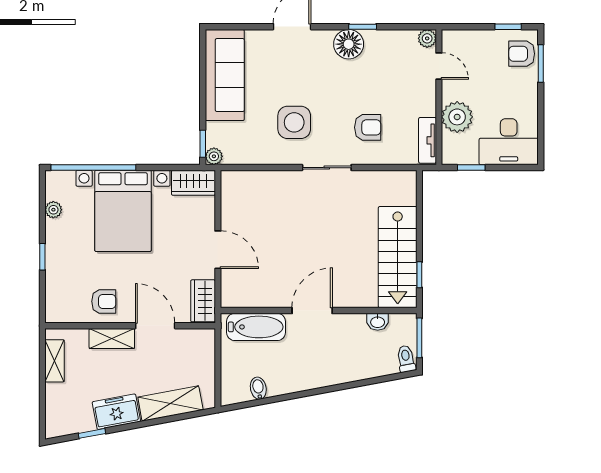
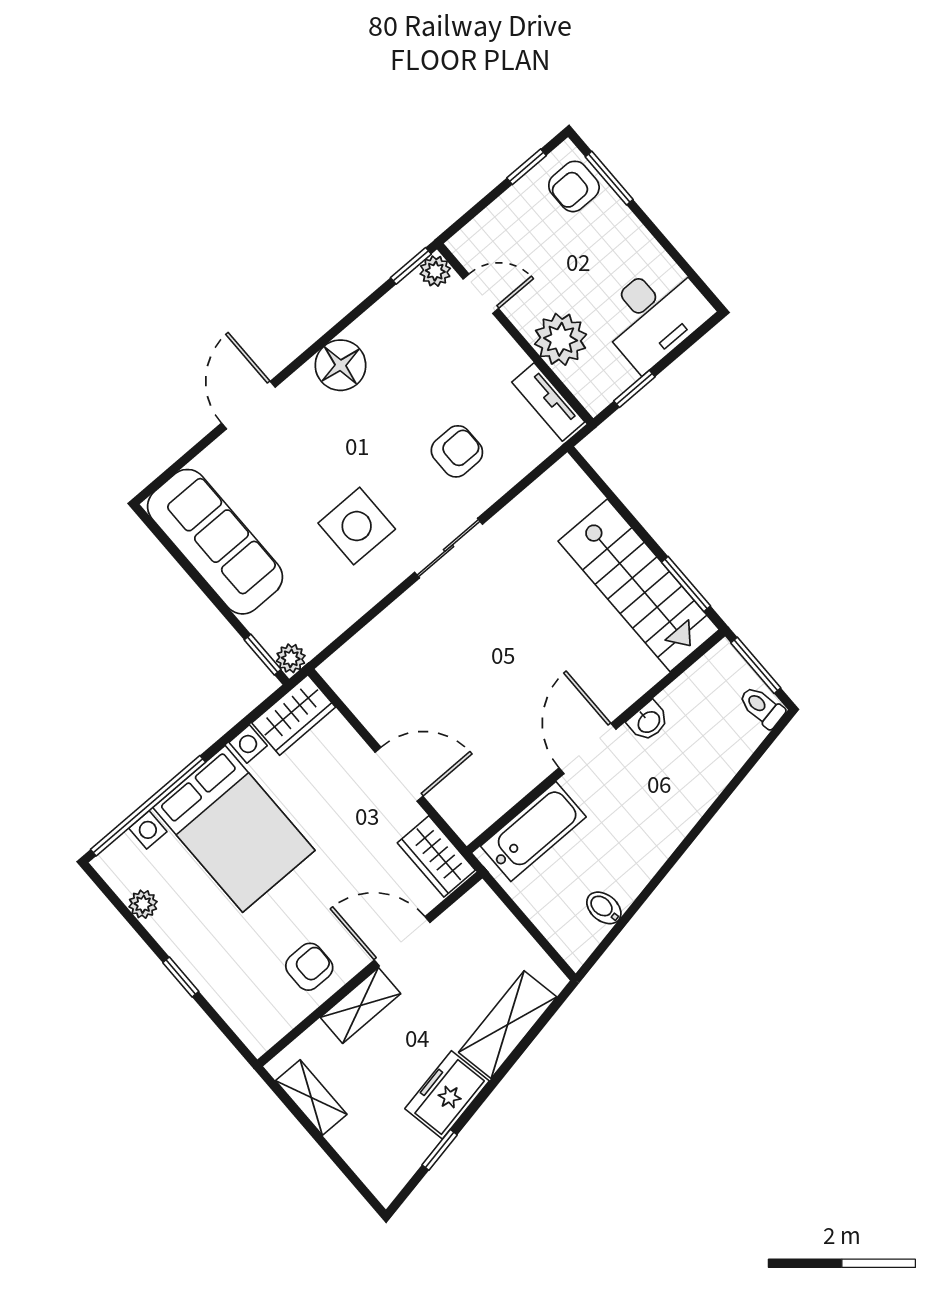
window: (363, 27) -> (411, 266), moved
window: (419, 275) -> (686, 584), width x1.50
washbasin: (378, 322) -> (648, 721), moved

